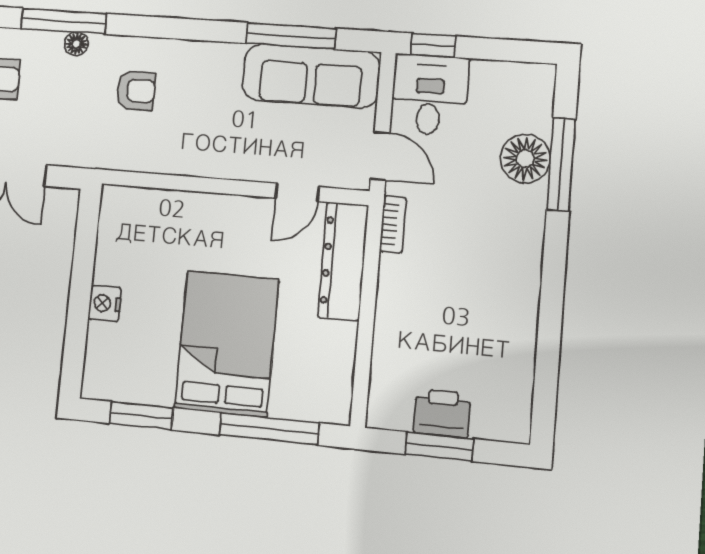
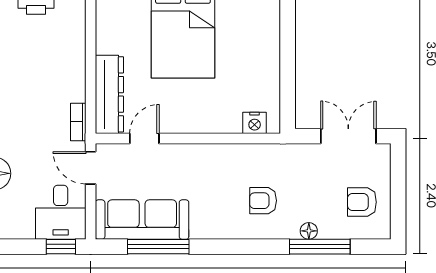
nightstand: (105, 303) -> (255, 123), moved, turned 90

